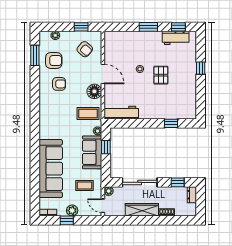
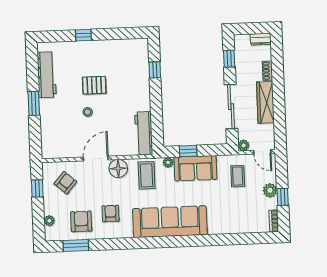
window: (178, 27) -> (32, 65), removed
workbench: (176, 38) -> (47, 75), width x1.38
sofa: (51, 169) -> (170, 222), moved
dresser: (192, 195) -> (261, 39), moved
door: (103, 206) -> (262, 152), hinge flipped

